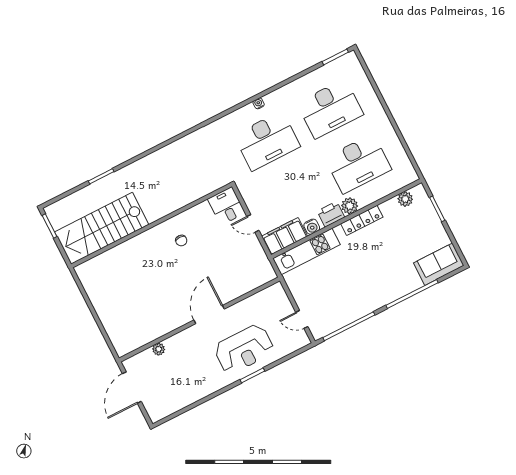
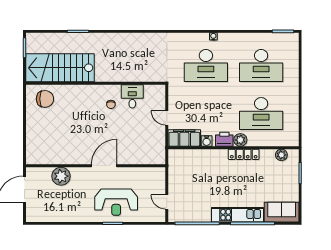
desk: (226, 206) -> (132, 96), moved
kitchen unit: (306, 251) -> (238, 215), moved, turned 180
chair: (103, 273) -> (45, 99), added
plant: (159, 349) -> (61, 176), width x1.88, depth x1.88

